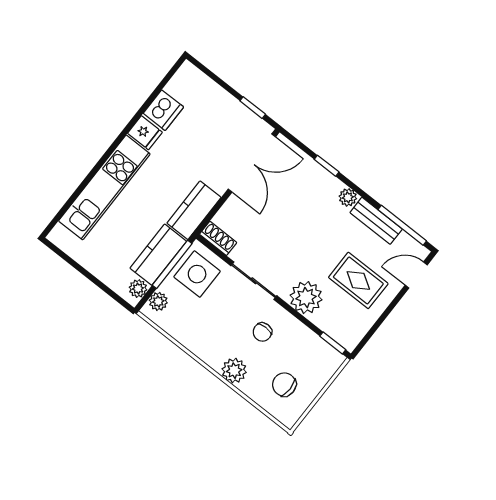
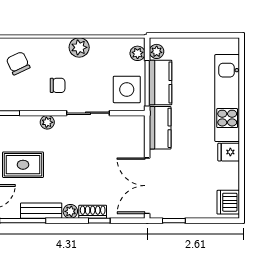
dishwasher: (163, 110) -> (228, 202), moved
shoe rack: (218, 238) -> (93, 212), moved, turned 180
plant: (306, 298) -> (47, 122), width x0.53, depth x0.53
chair: (262, 332) -> (58, 85), turned 90
plant: (234, 371) -> (79, 47), moved
chair: (284, 385) -> (18, 63), turned -115

